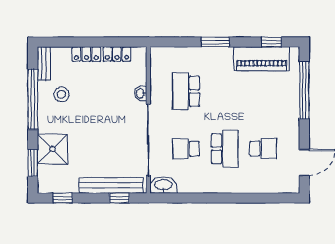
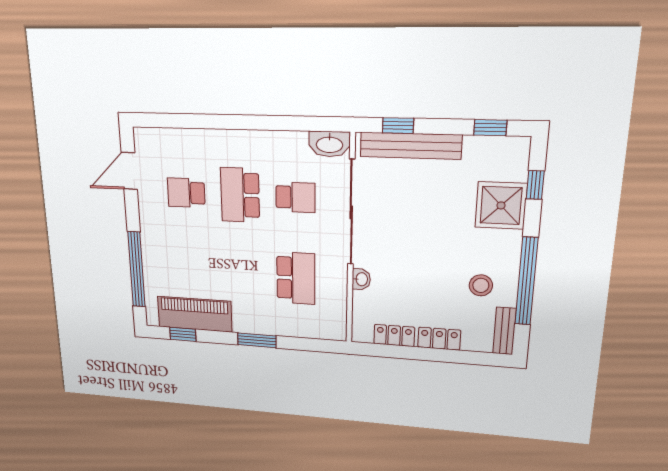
window: (33, 163) -> (535, 185), width x0.67

